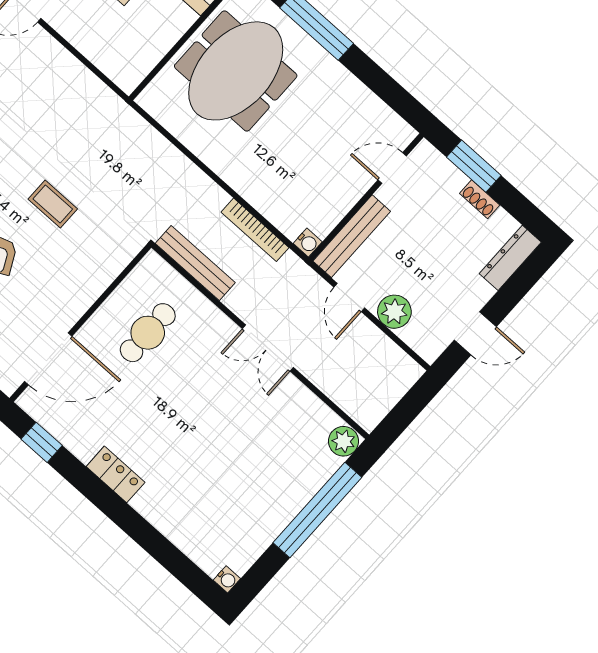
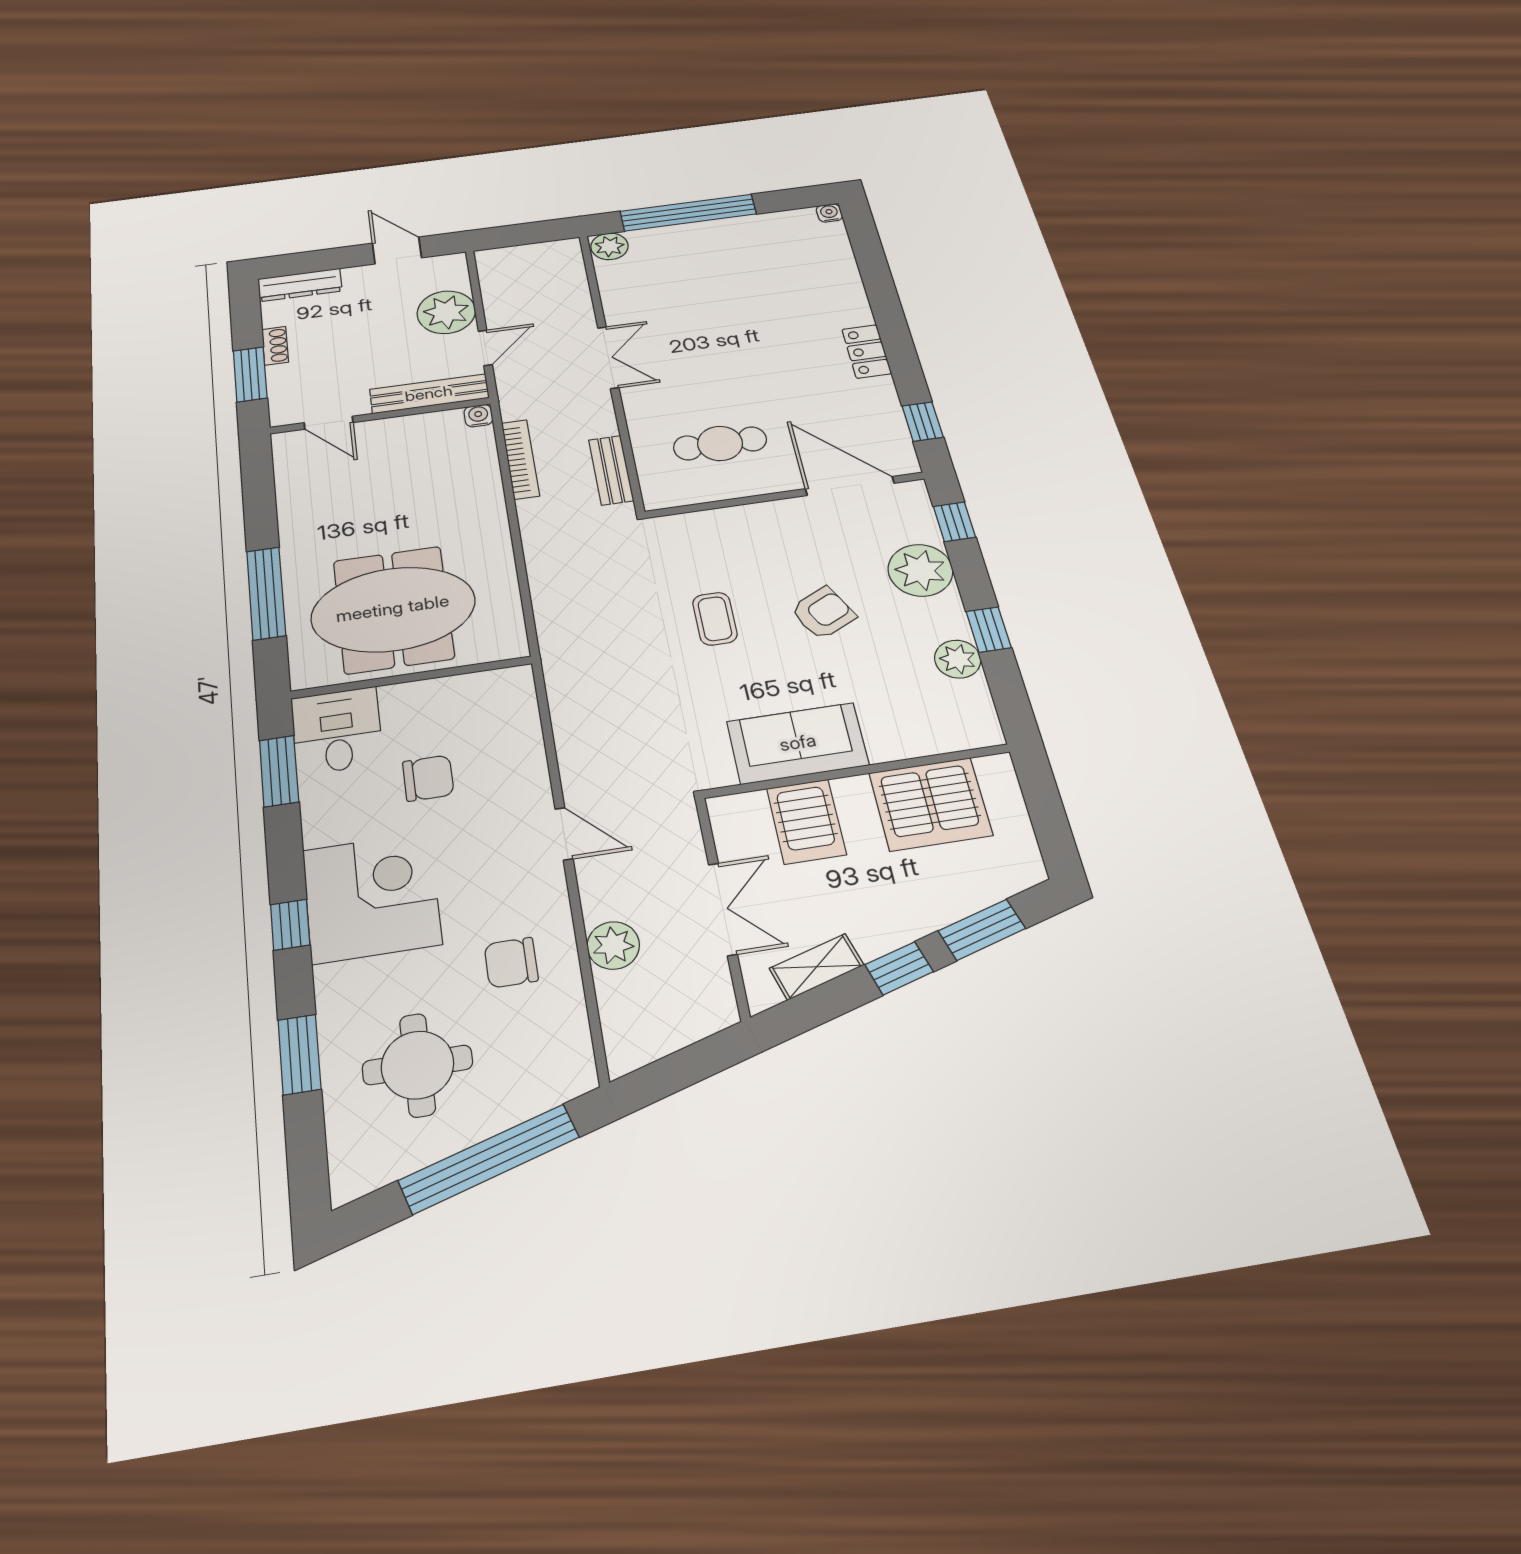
bench: (195, 263) -> (611, 470), width x0.73
plant: (394, 312) -> (446, 312), width x1.36, depth x1.36

